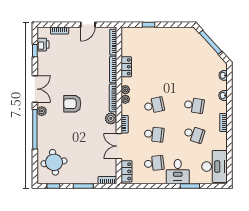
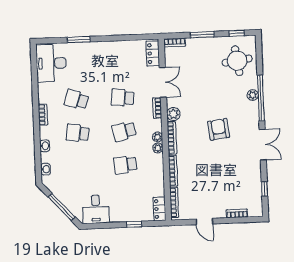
door: (88, 25) -> (204, 221), swing flipped
printer: (43, 45) -> (255, 196), removed
locker: (126, 67) -> (159, 209), moved
double door: (35, 89) -> (263, 145), swing flipped
armchair: (72, 104) -> (219, 129), turned -97
plant: (42, 111) -> (253, 95), moved
school desk: (154, 163) -> (125, 165), moved
desk: (178, 172) -> (96, 209), moved, turned 180

